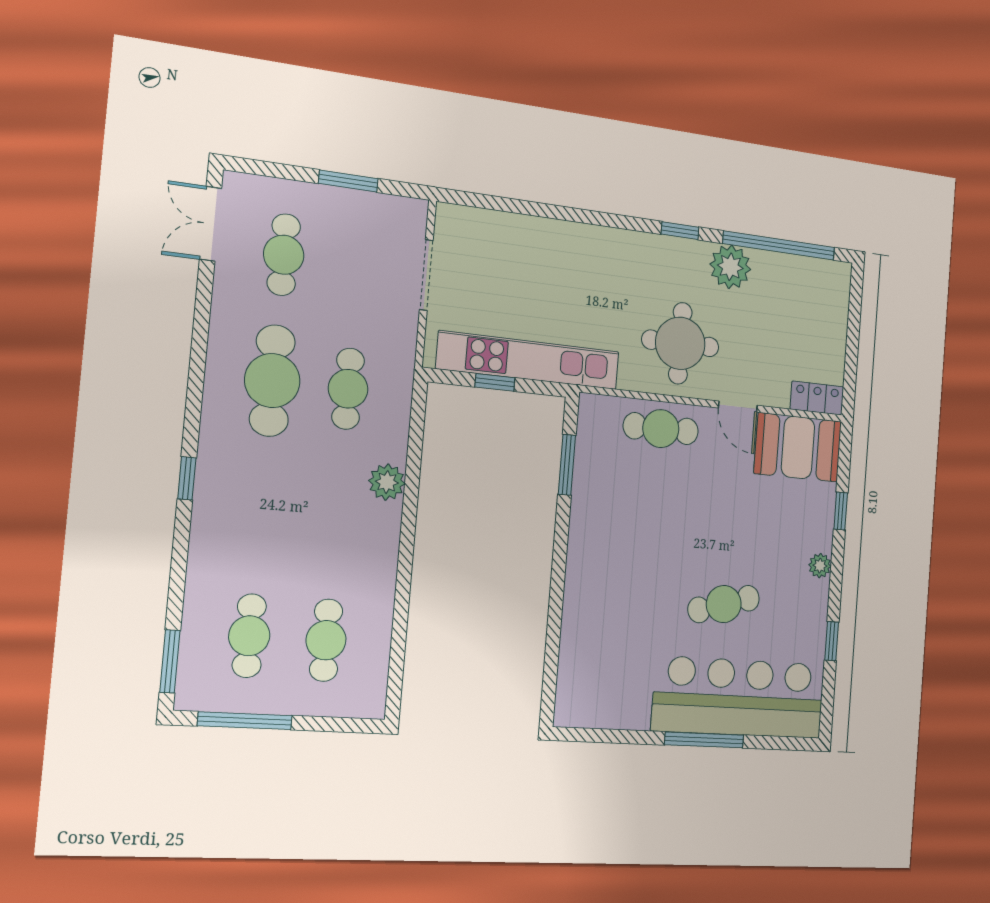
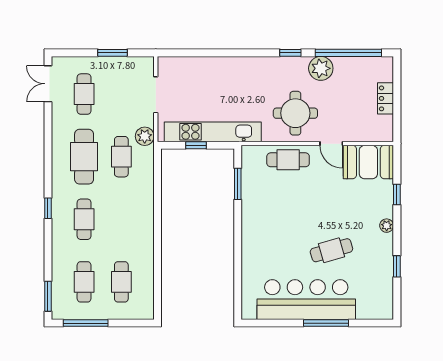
locker: (817, 398) -> (386, 98), moved, turned -90
plant: (387, 482) -> (145, 136), moved
cafe table: (261, 508) -> (84, 219), added
bar counter: (739, 697) -> (306, 300), moved

